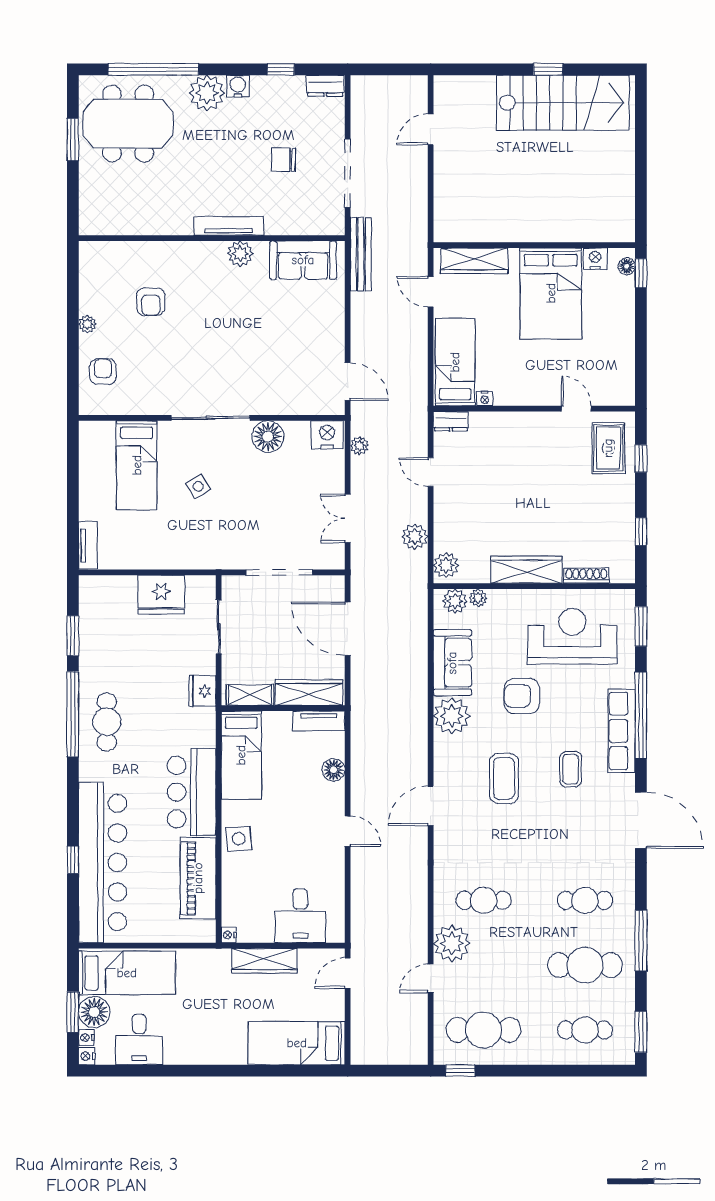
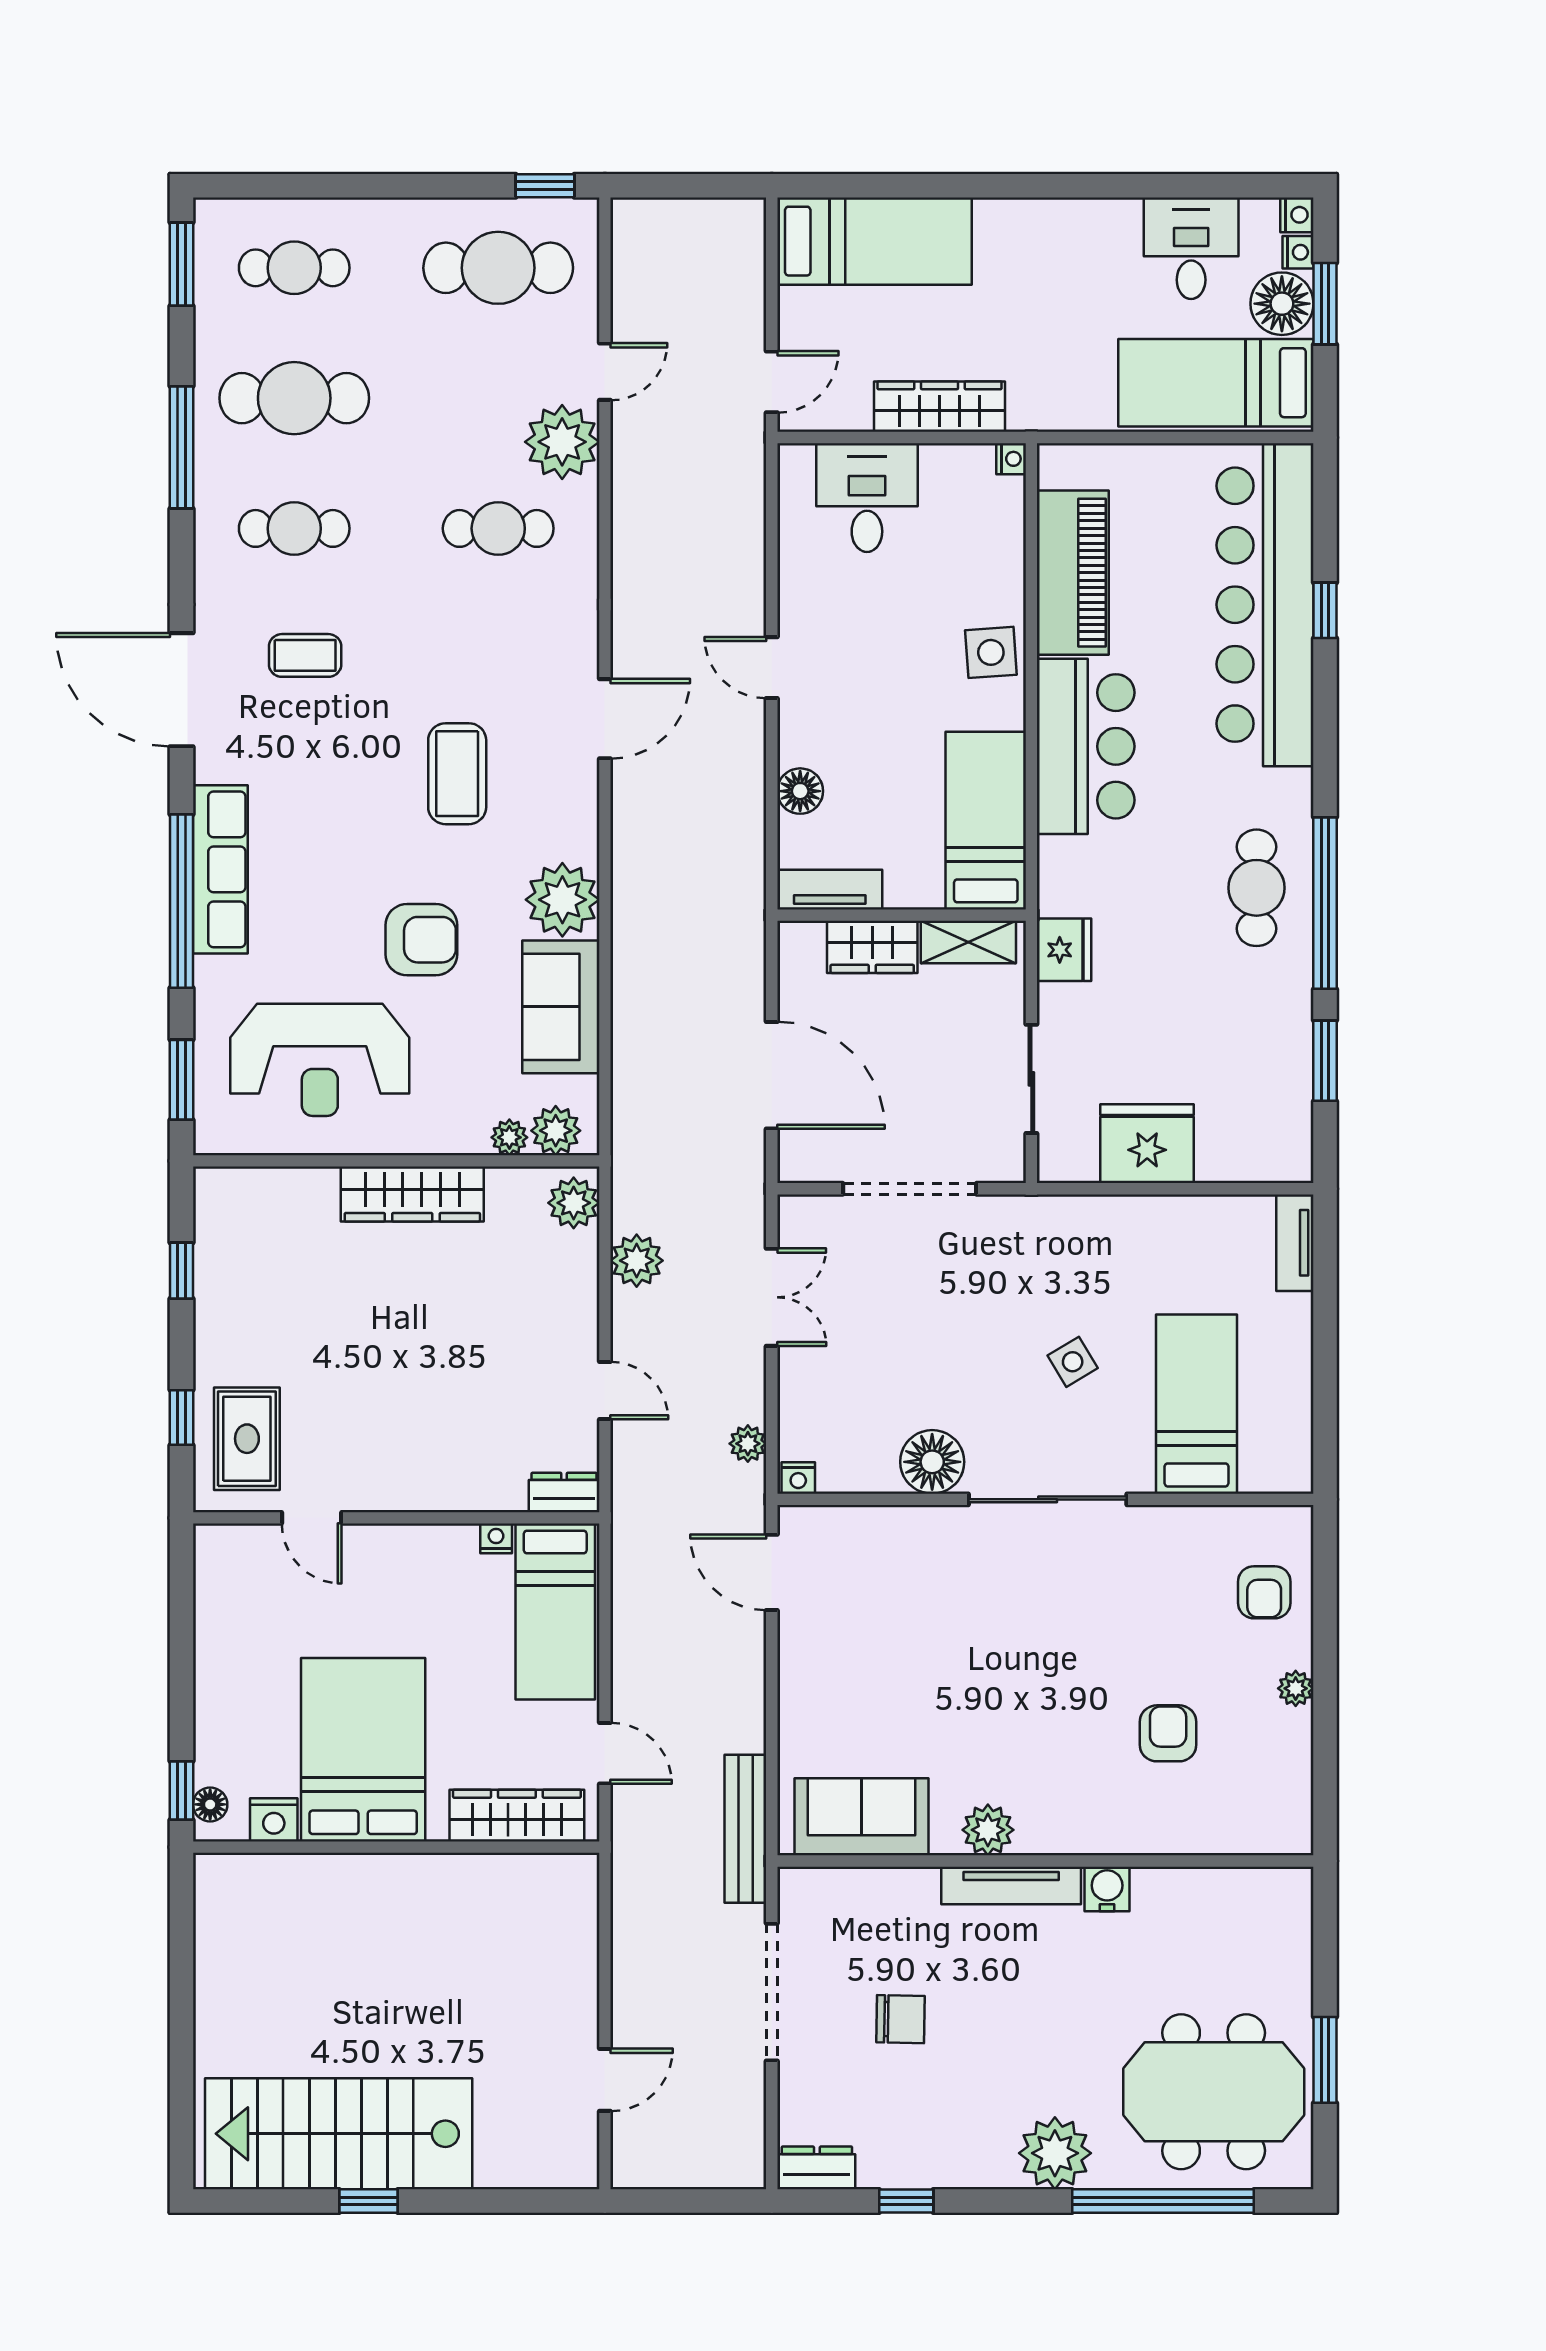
water cooler: (238, 86) -> (1107, 1889), moved, turned 180
nightstand: (327, 435) -> (798, 1478), width x0.53, depth x0.56
shoe rack: (586, 576) -> (292, 1182), removed
wardrobe: (309, 692) -> (872, 947), width x0.67
coffee table: (571, 769) -> (305, 655), moved, turned 90

